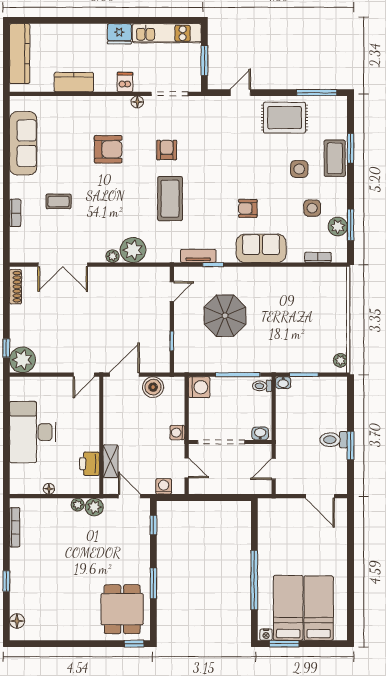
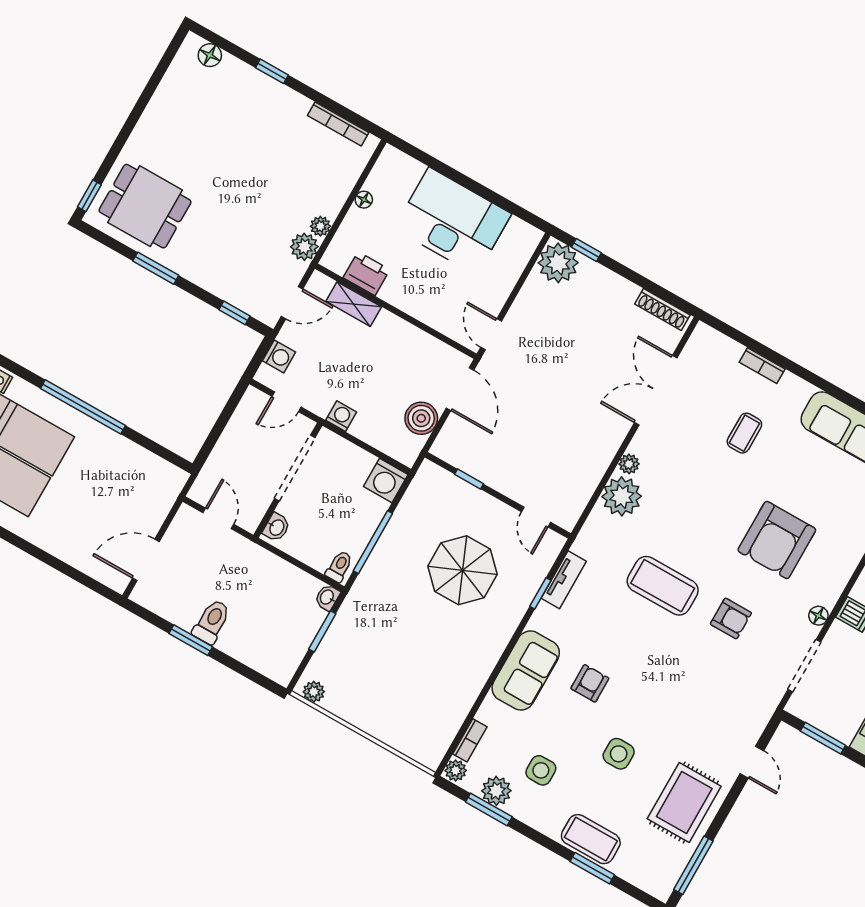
armchair: (108, 149) -> (777, 540), width x1.36, depth x1.36
side table: (299, 169) -> (619, 754), moved
plant: (339, 256) -> (456, 770), added

